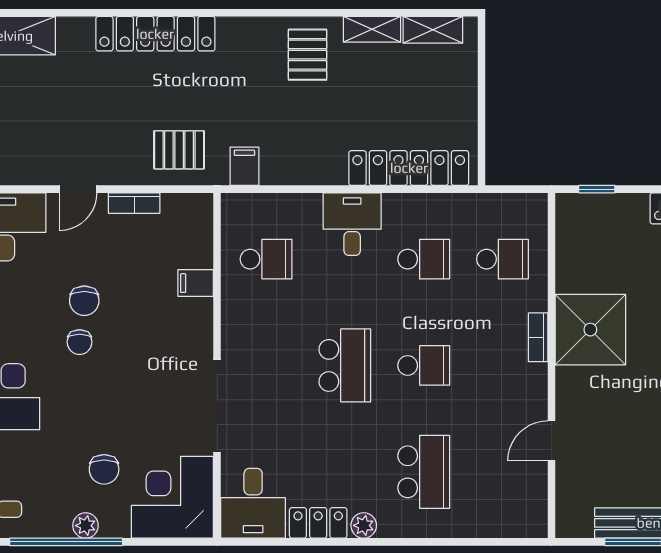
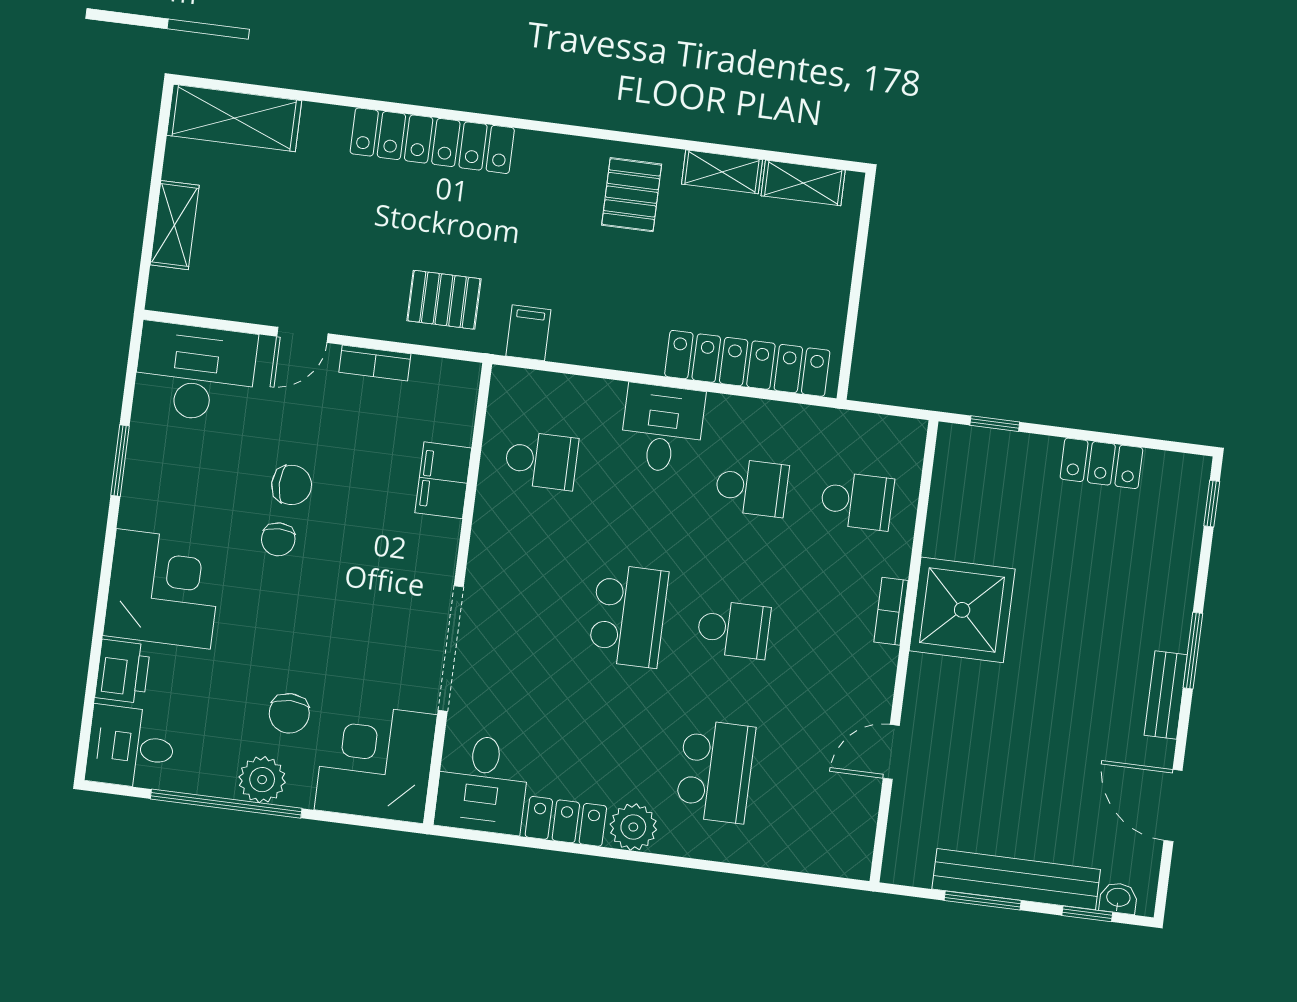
filing cabinet: (196, 283) -> (443, 480), width x2.00
chair: (84, 301) -> (292, 485), turned -90
plant: (364, 525) -> (633, 827), width x1.38, depth x1.38
plant: (86, 526) -> (262, 780), width x1.38, depth x1.38

